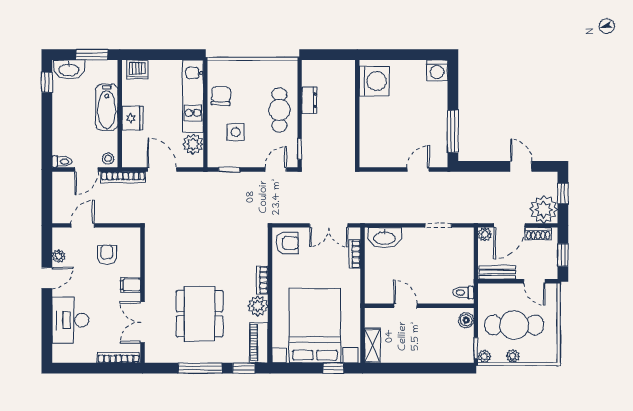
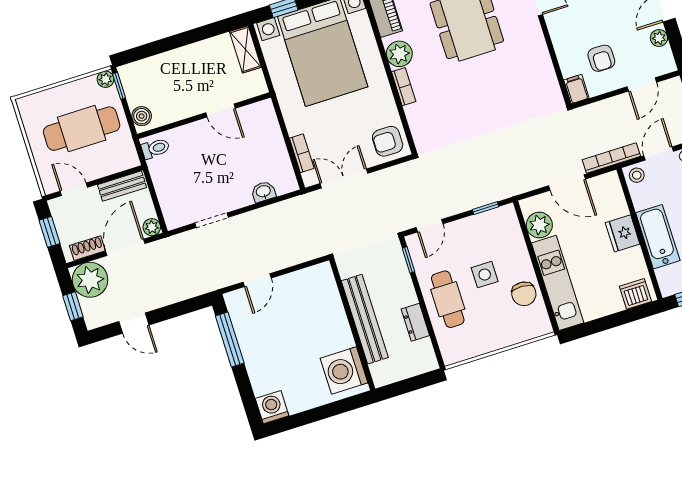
bench: (347, 115) -> (365, 319), added
side table: (236, 132) -> (485, 275), moved
washbasin: (385, 238) -> (263, 192), width x0.52, depth x0.69
filing cabinet: (130, 285) -> (576, 89), moved, turned -90
plant: (513, 356) -> (71, 90), removed

